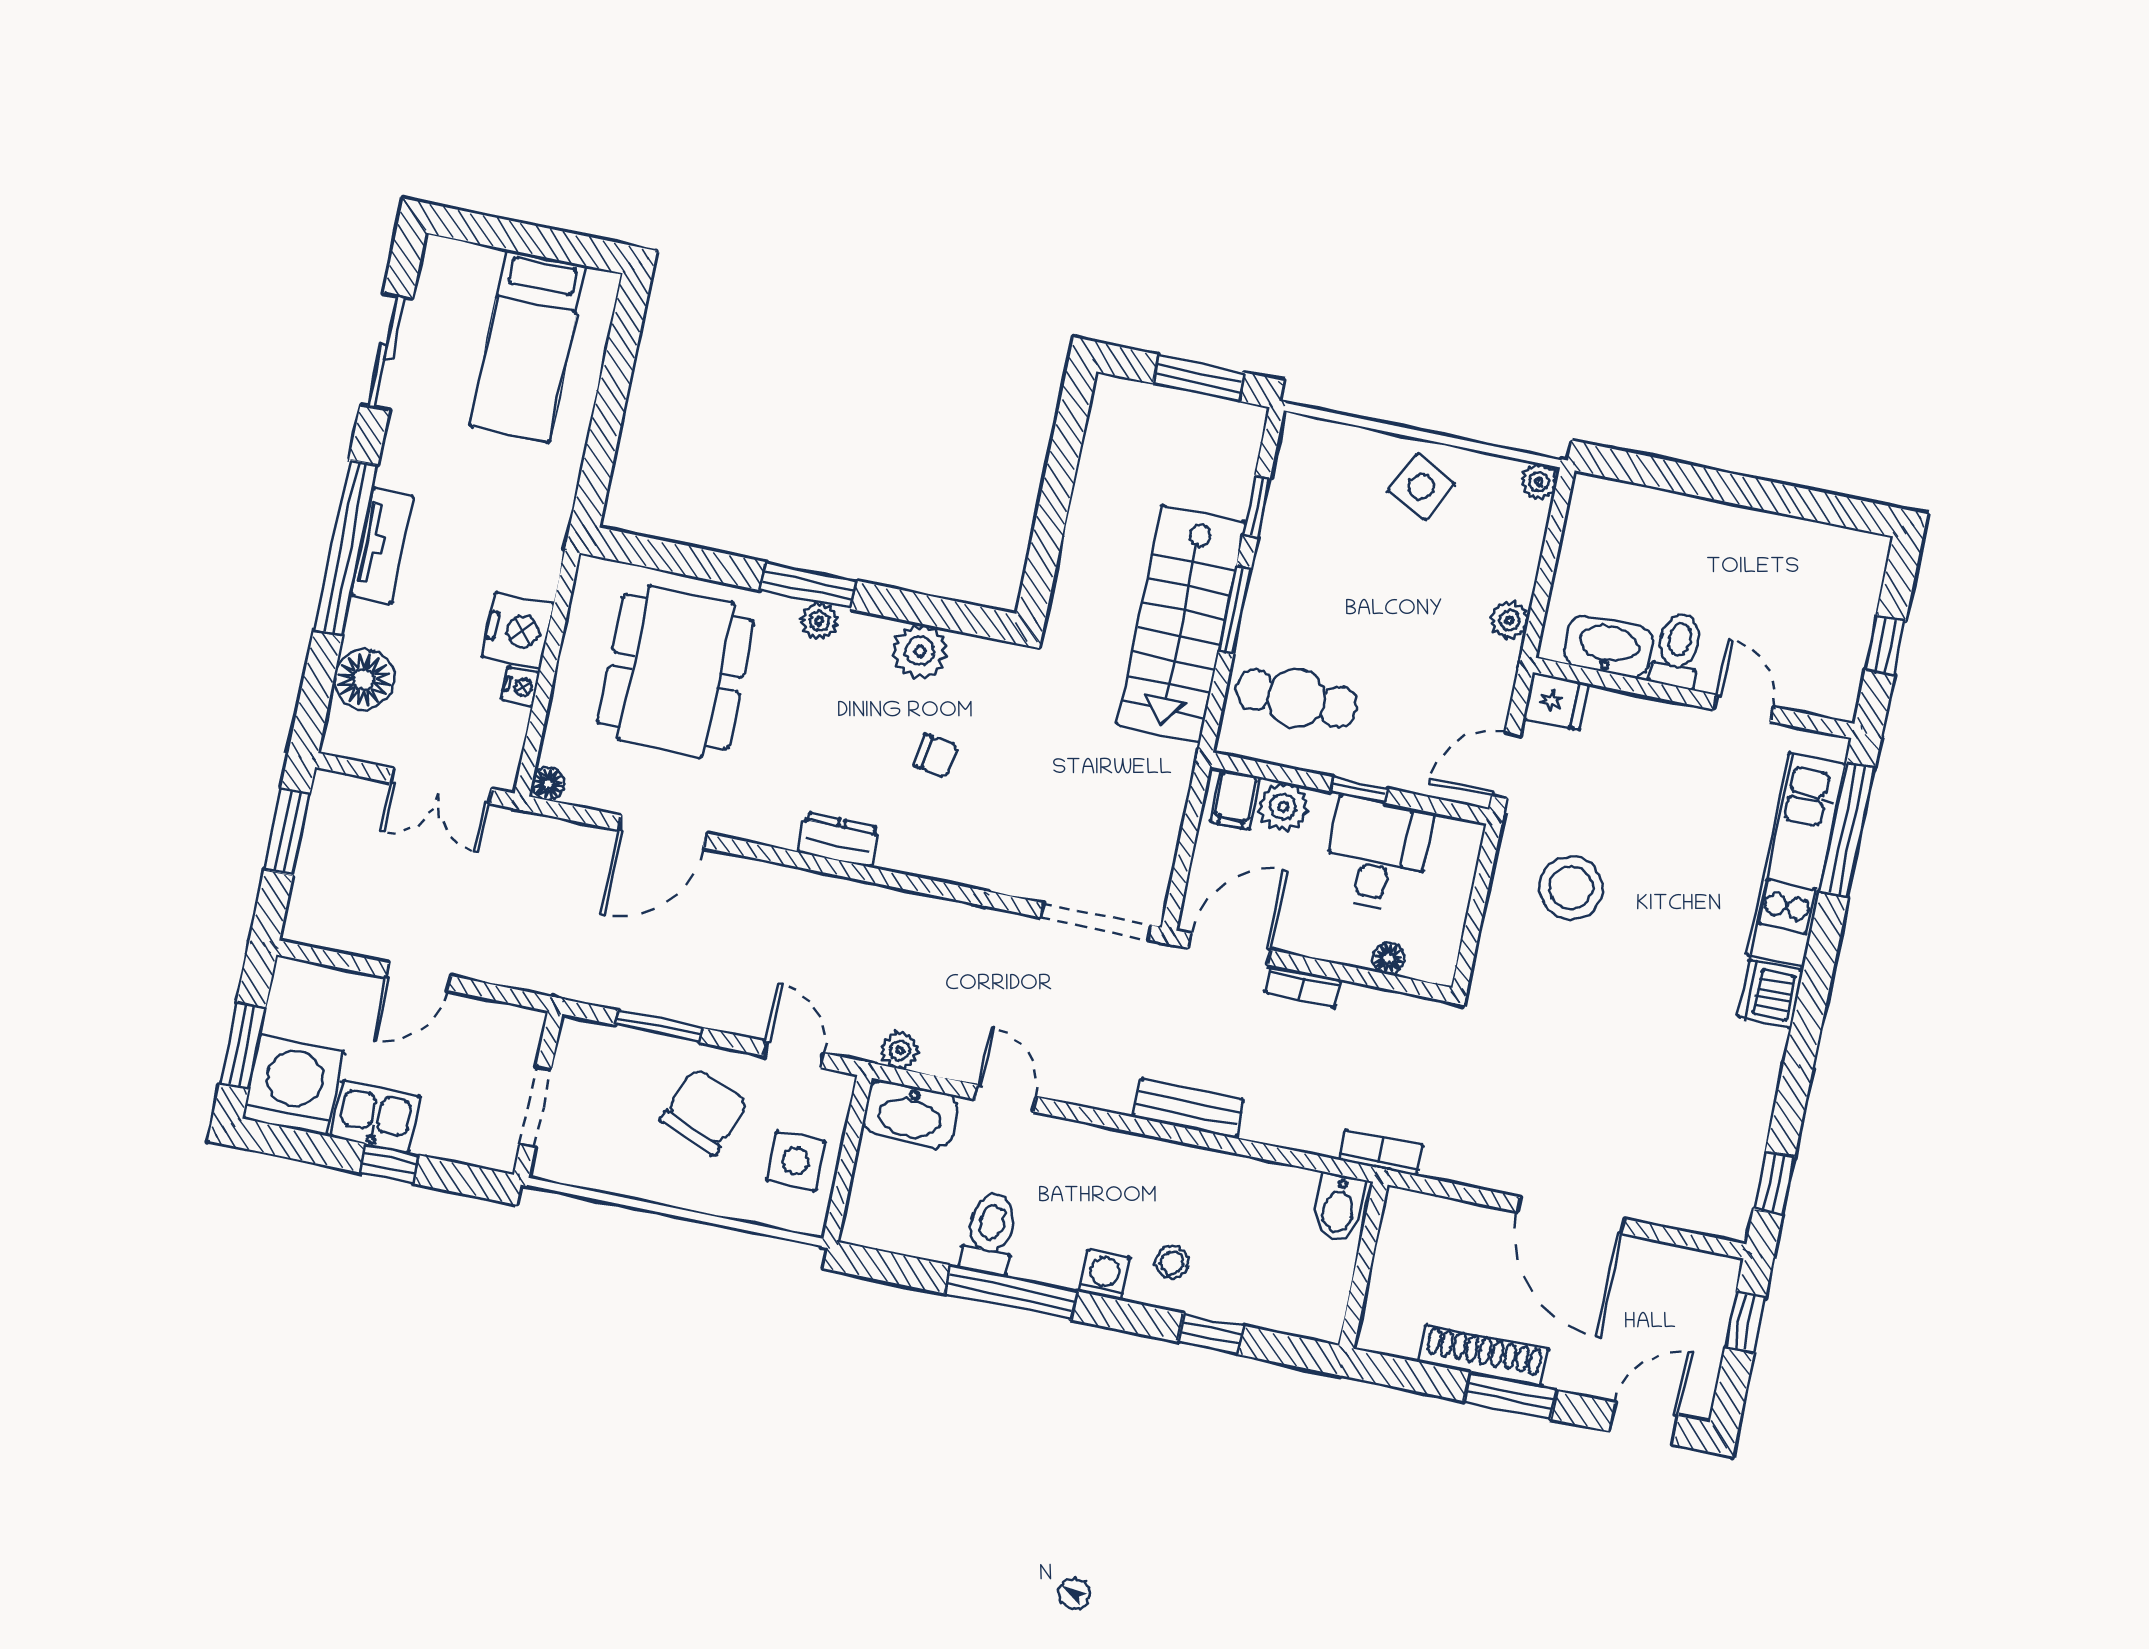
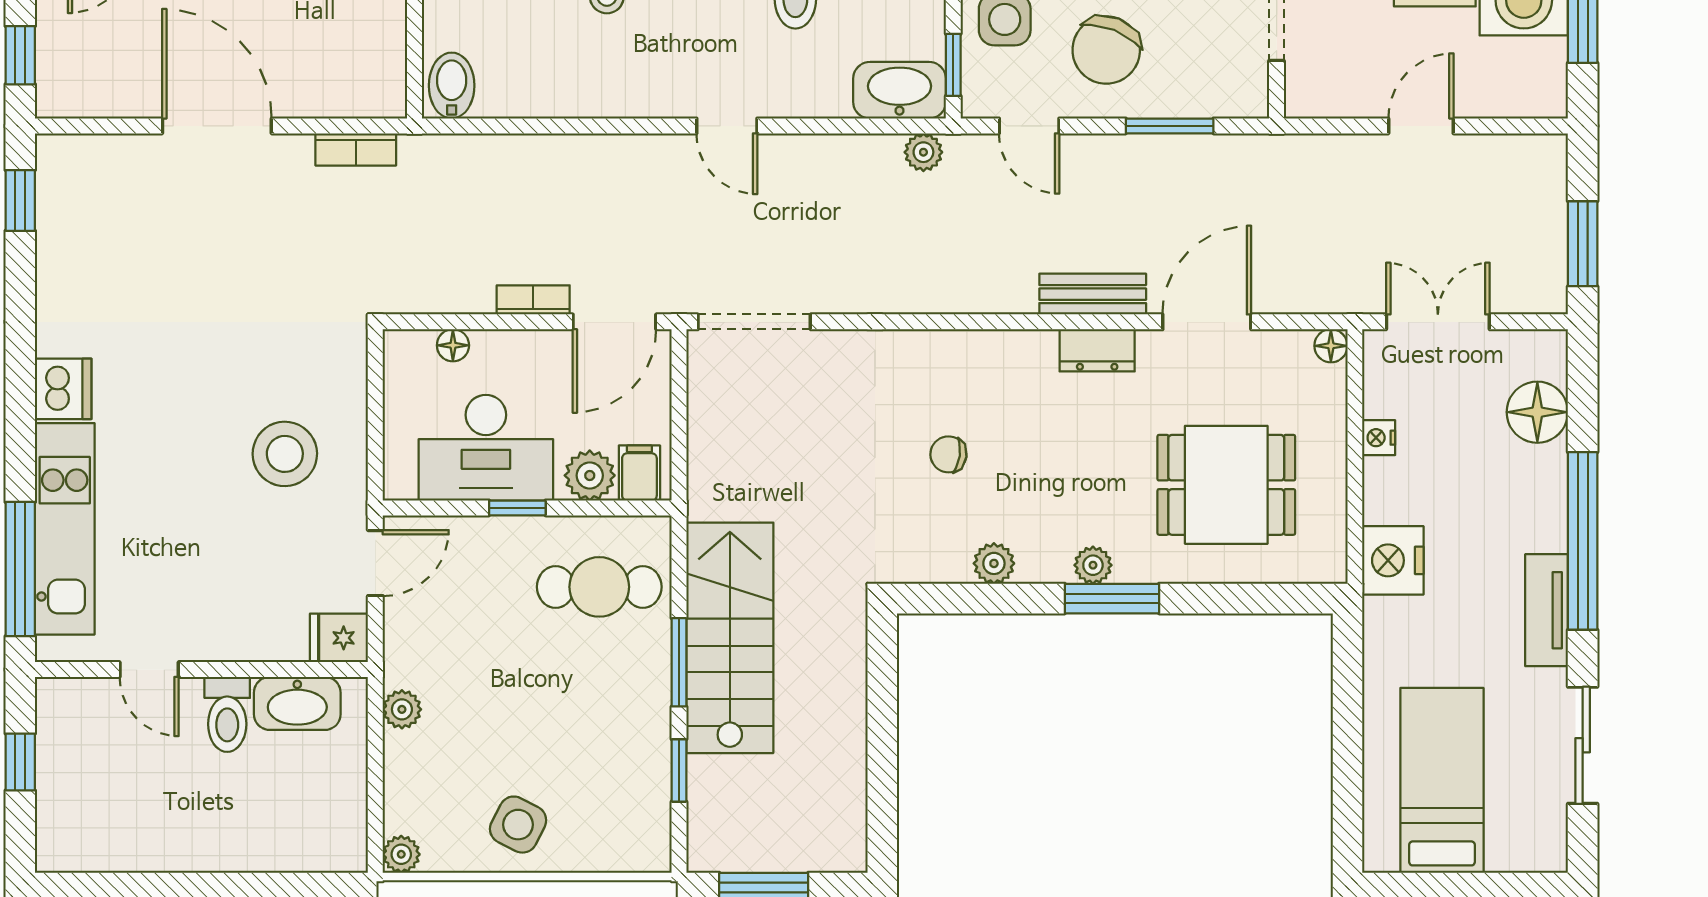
tv unit: (382, 545) -> (1547, 610), moved
nightstand: (518, 631) -> (1393, 560), moved
plant: (920, 651) -> (994, 563), width x0.73, depth x0.73
dining table: (676, 672) -> (1226, 485), width x0.73
dresser: (838, 840) -> (1097, 350), moved
desk: (1377, 854) -> (486, 448), width x1.37
door: (1005, 1098) -> (727, 126), moved
bench: (1189, 1108) -> (1093, 294), moved
window: (854, 1128) -> (953, 65), added
bookcase: (1381, 1153) -> (356, 149), moved

